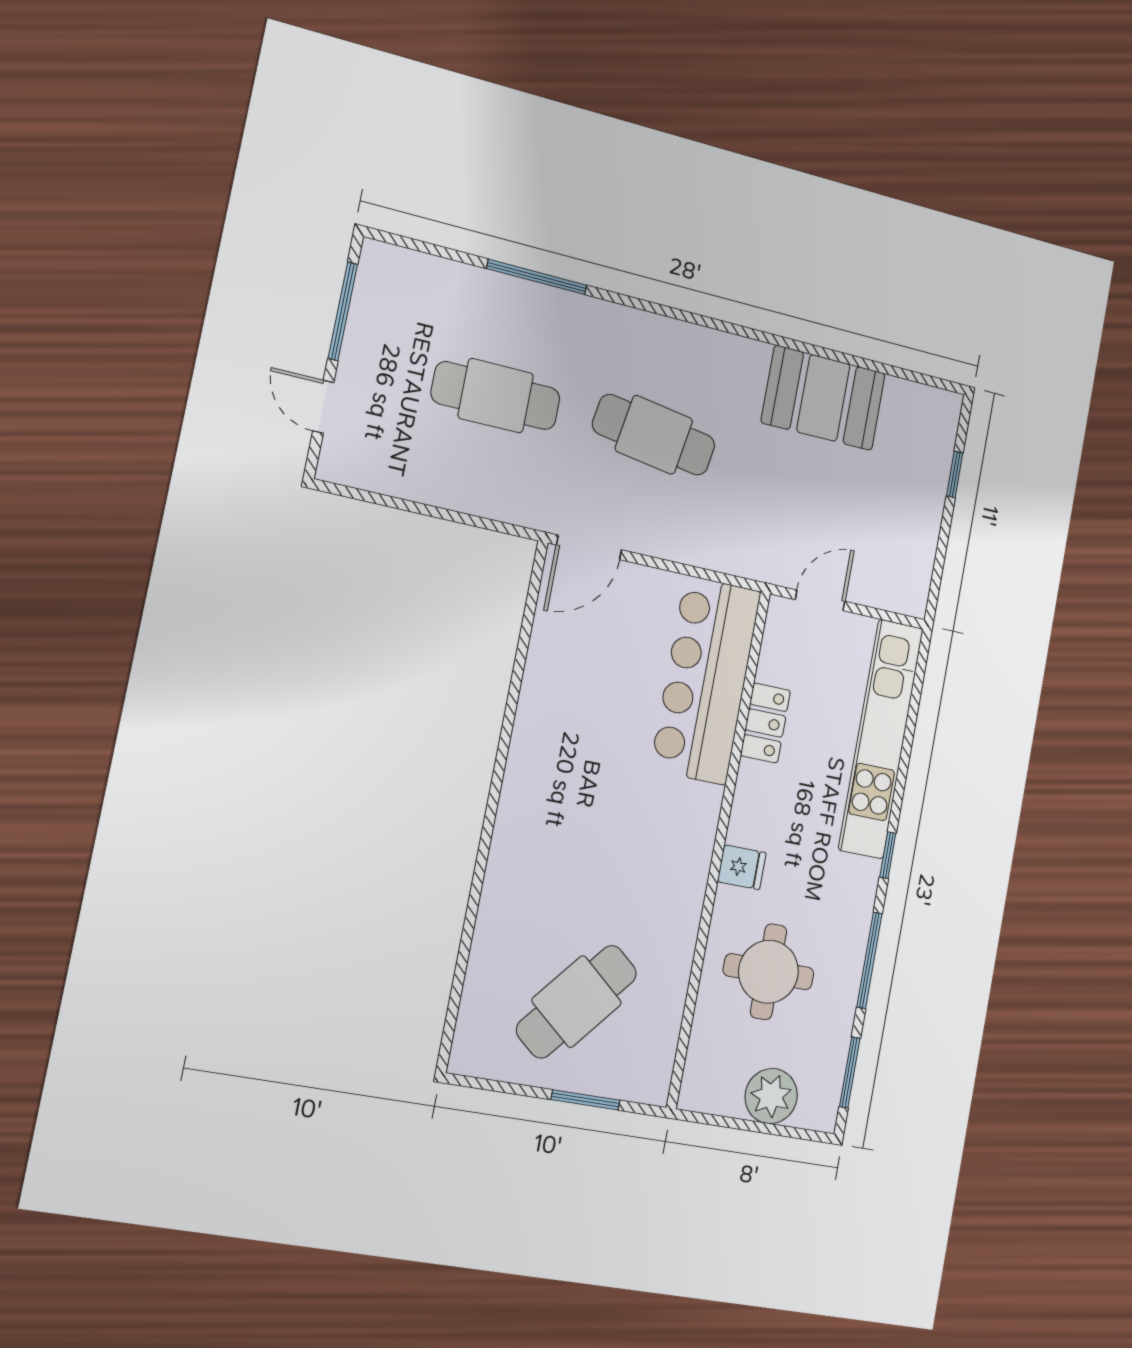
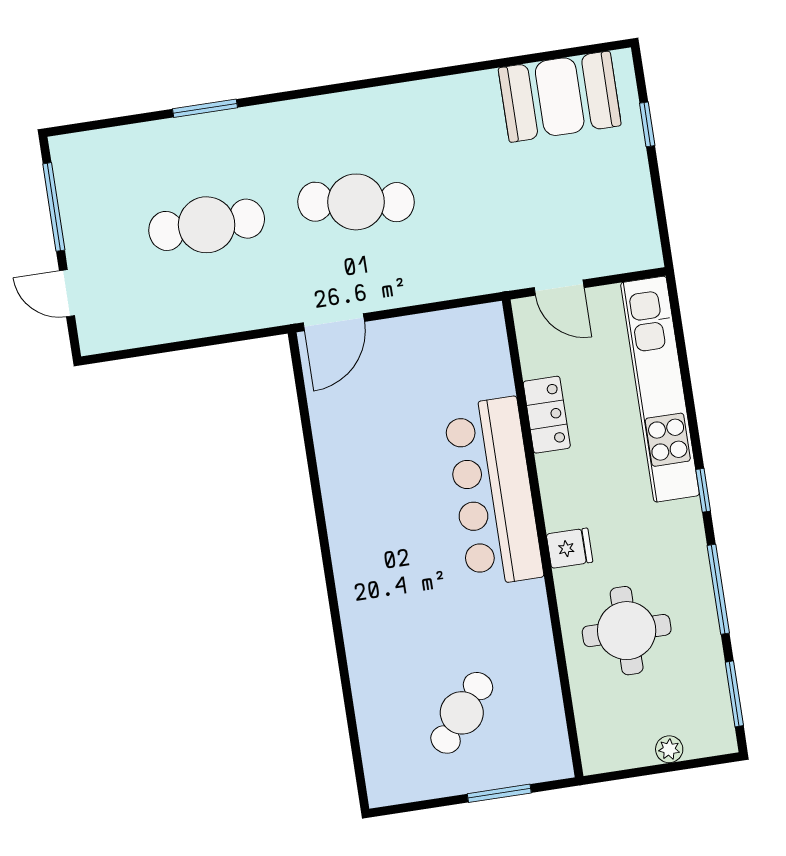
window: (537, 277) -> (205, 108), width x0.69
booth: (823, 398) -> (560, 97), moved
door: (820, 600) -> (559, 288), swing flipped
bar counter: (706, 680) -> (493, 492), moved
cafe table: (577, 1002) -> (462, 713), width x0.73, depth x0.74
plant: (771, 1096) -> (669, 749), width x0.53, depth x0.53

